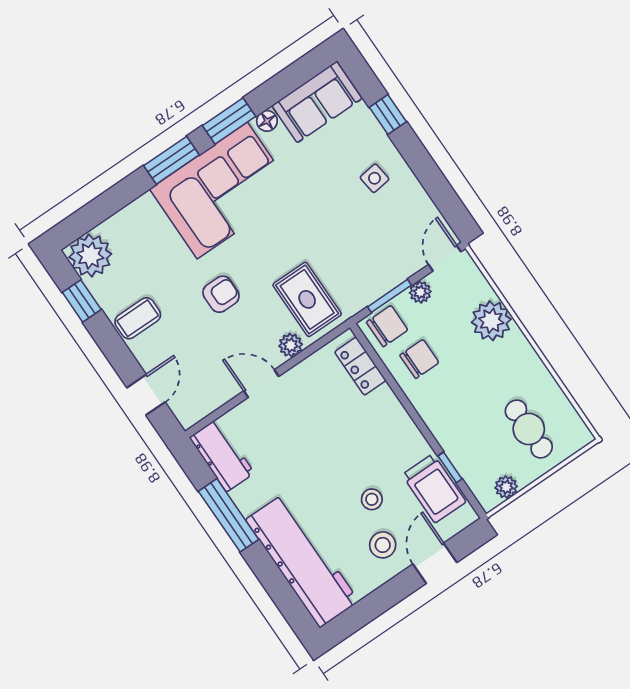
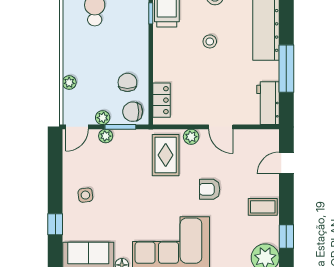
plant: (400, 271) -> (106, 136), added
plant: (491, 321) -> (69, 82), width x0.53, depth x0.53
chair: (419, 359) -> (127, 82), turned 90
stool: (372, 499) -> (210, 41), moved

